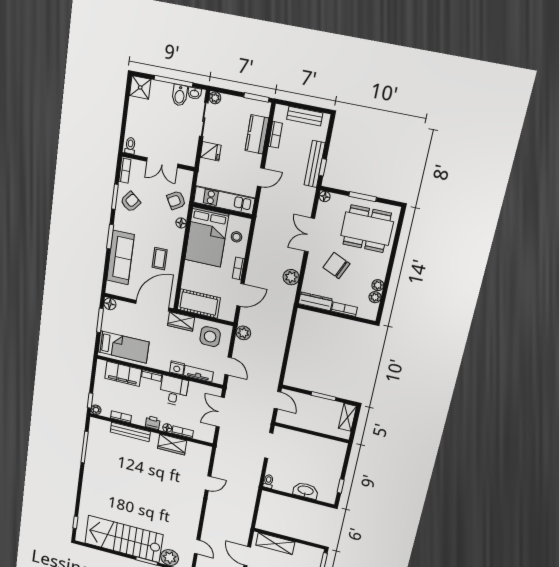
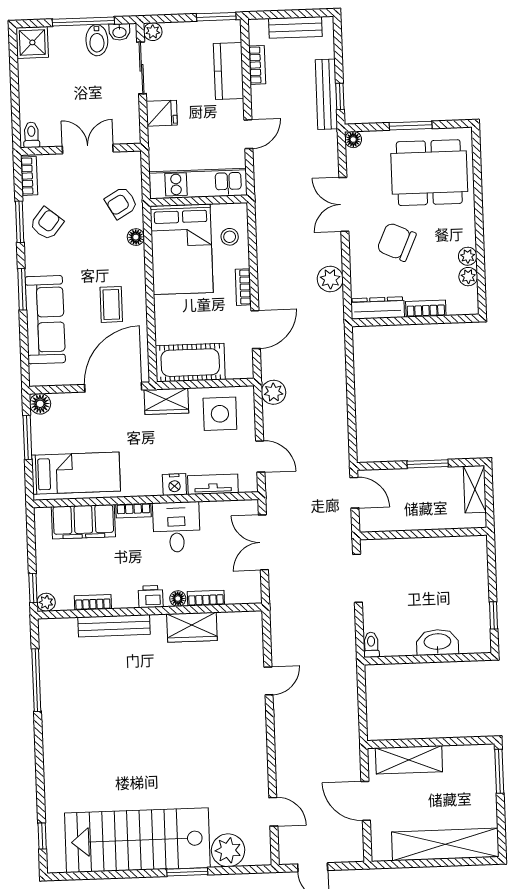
double door: (162, 163) -> (88, 149), swing flipped

